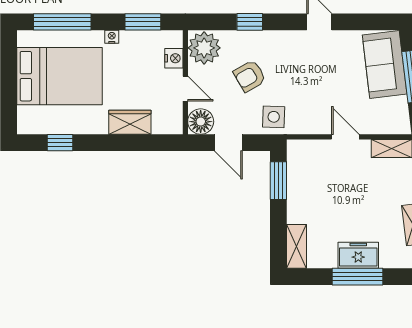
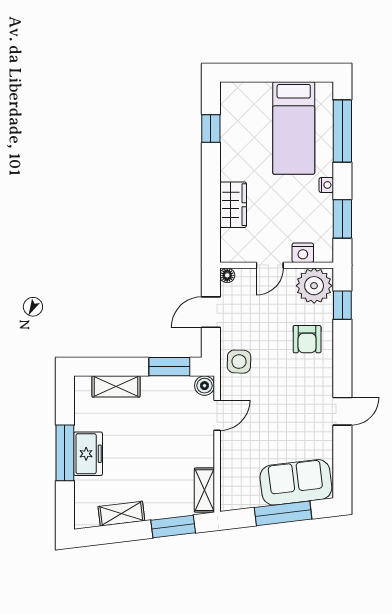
window: (250, 22) -> (342, 305), moved
bed: (59, 76) -> (294, 128), width x0.67
armchair: (250, 76) -> (307, 339), moved, turned -150
floor lamp: (201, 122) -> (227, 275), width x0.53, depth x0.53
door: (345, 137) -> (217, 415), moved
boiler: (296, 148) -> (205, 386), added
shelving: (297, 246) -> (116, 386), moved

